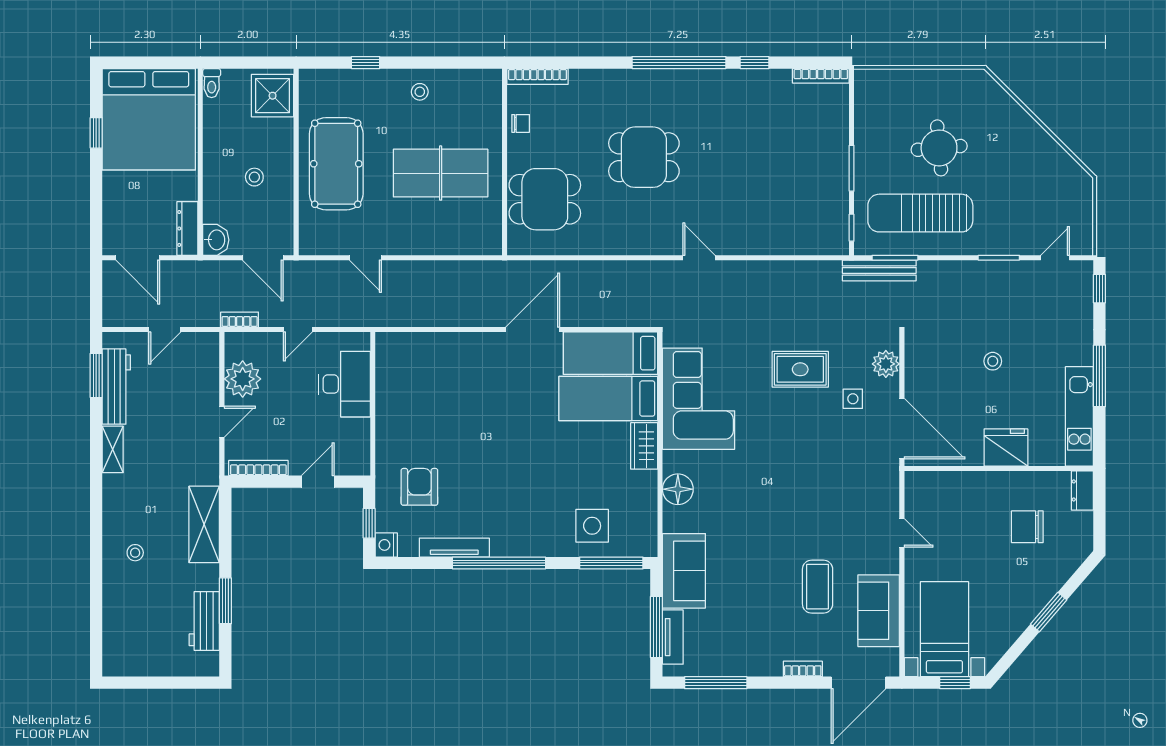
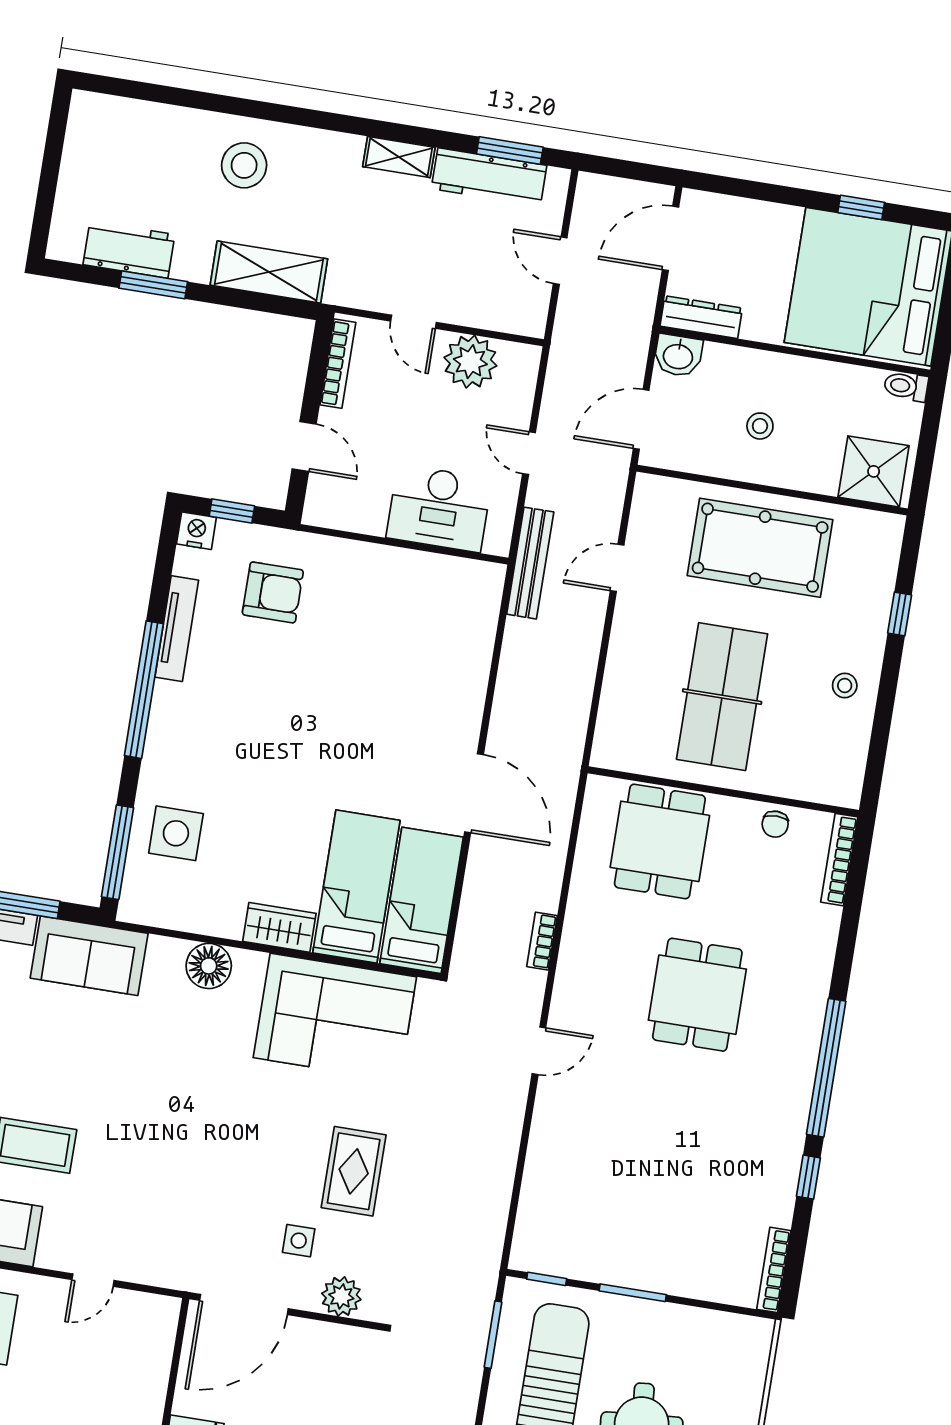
bench: (879, 270) -> (530, 563), moved
bookcase: (240, 320) -> (542, 941), moved, turned 180
stool: (135, 553) -> (244, 165), width x1.89, depth x1.89

